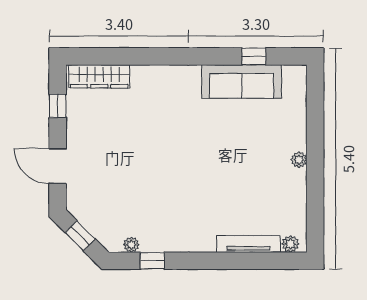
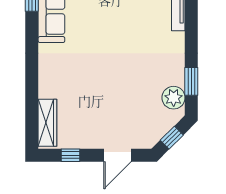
plant: (131, 245) -> (174, 98), width x1.88, depth x1.88
window: (152, 261) -> (191, 81), width x1.50

